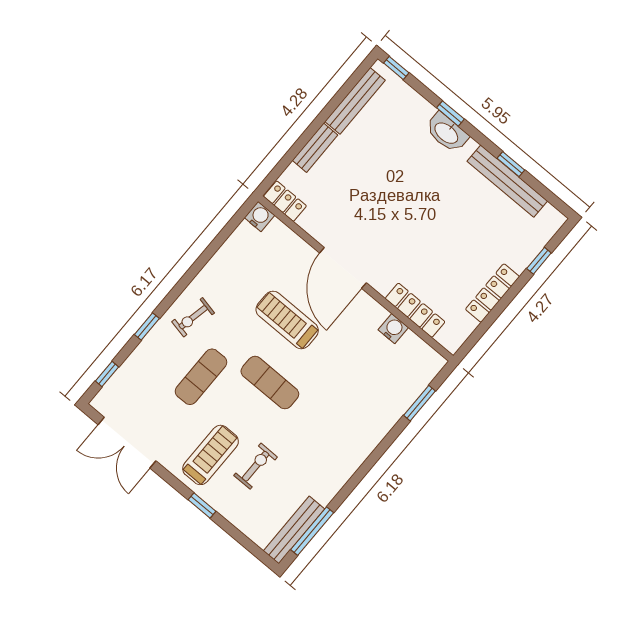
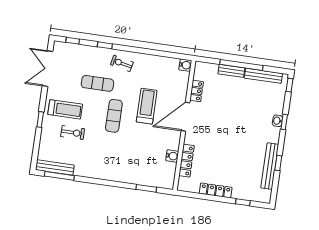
window: (316, 125) -> (241, 65), added
washbasin: (447, 133) -> (277, 121), width x0.52, depth x0.69
locker: (285, 201) -> (196, 91), moved

